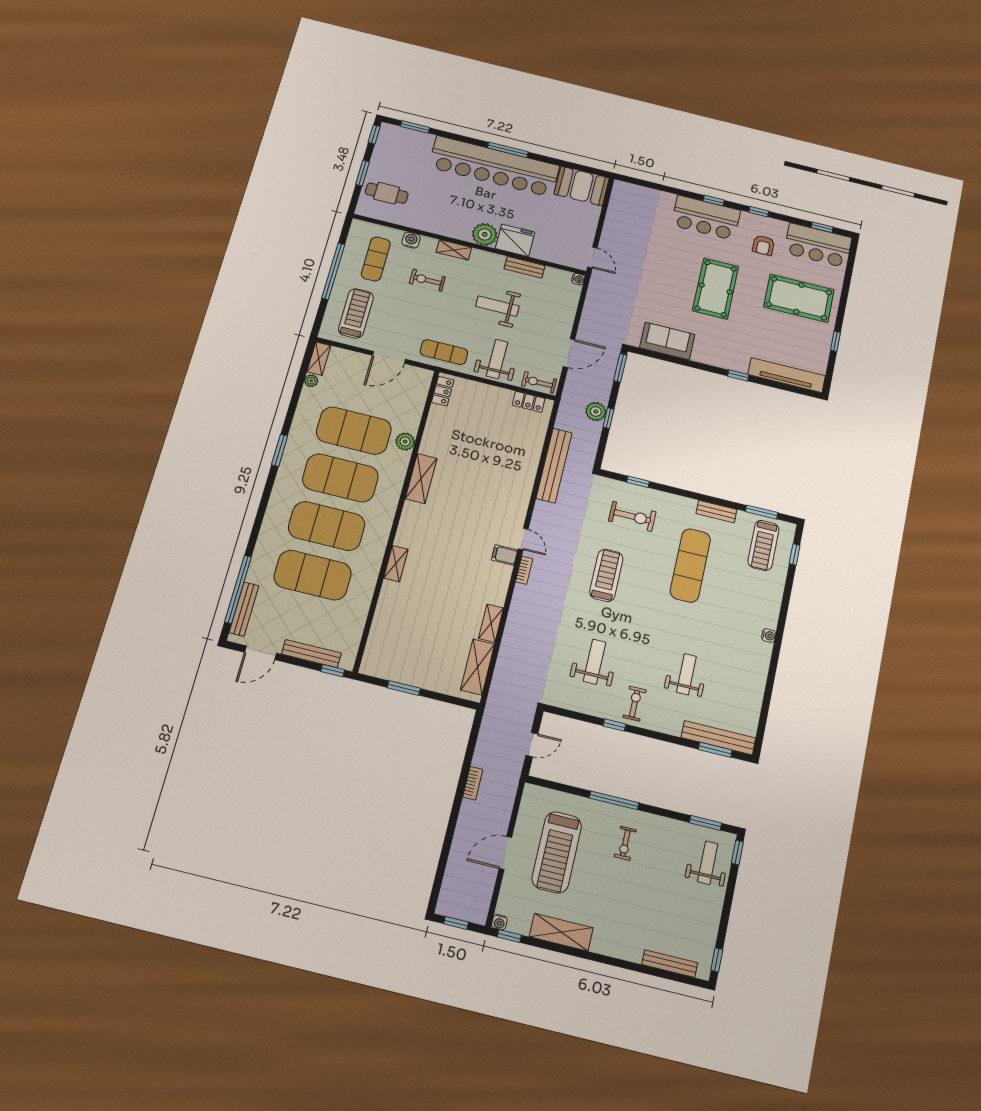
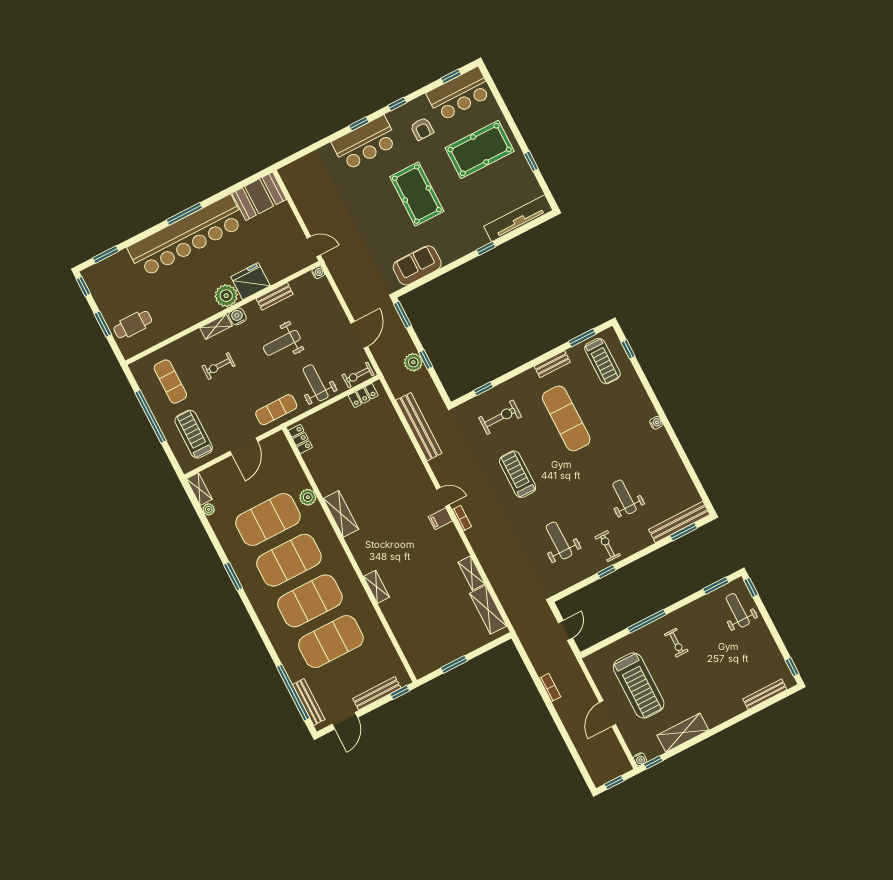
water cooler: (411, 240) -> (237, 316), moved

